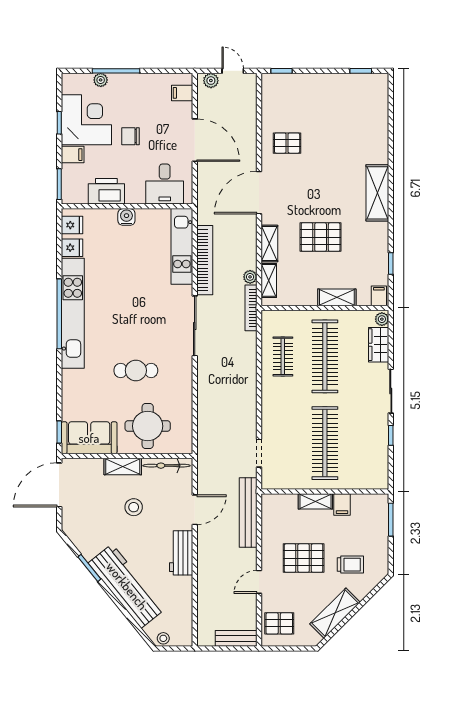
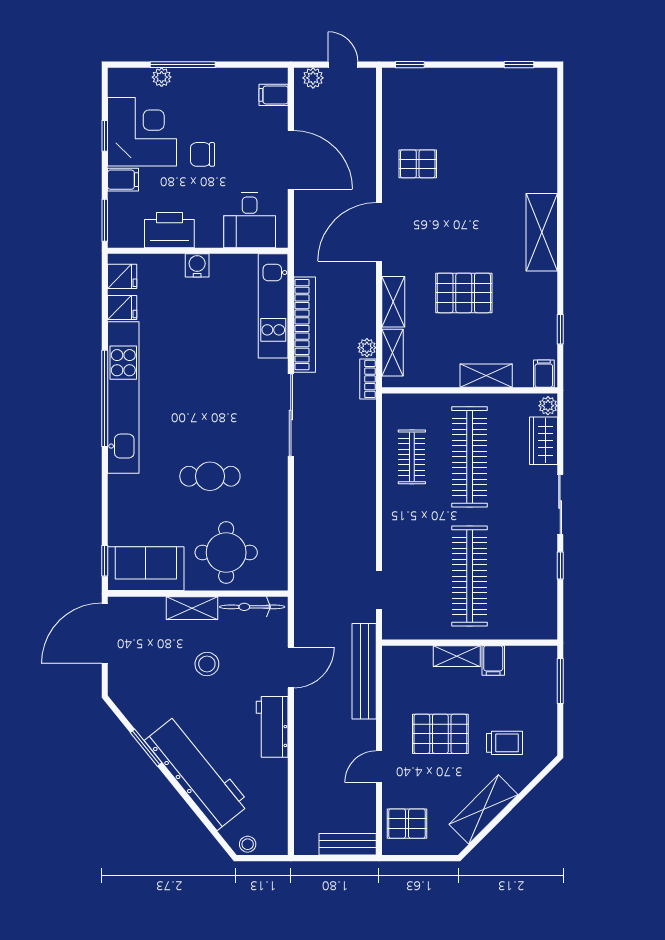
bookcase: (251, 308) -> (368, 379), width x0.64

